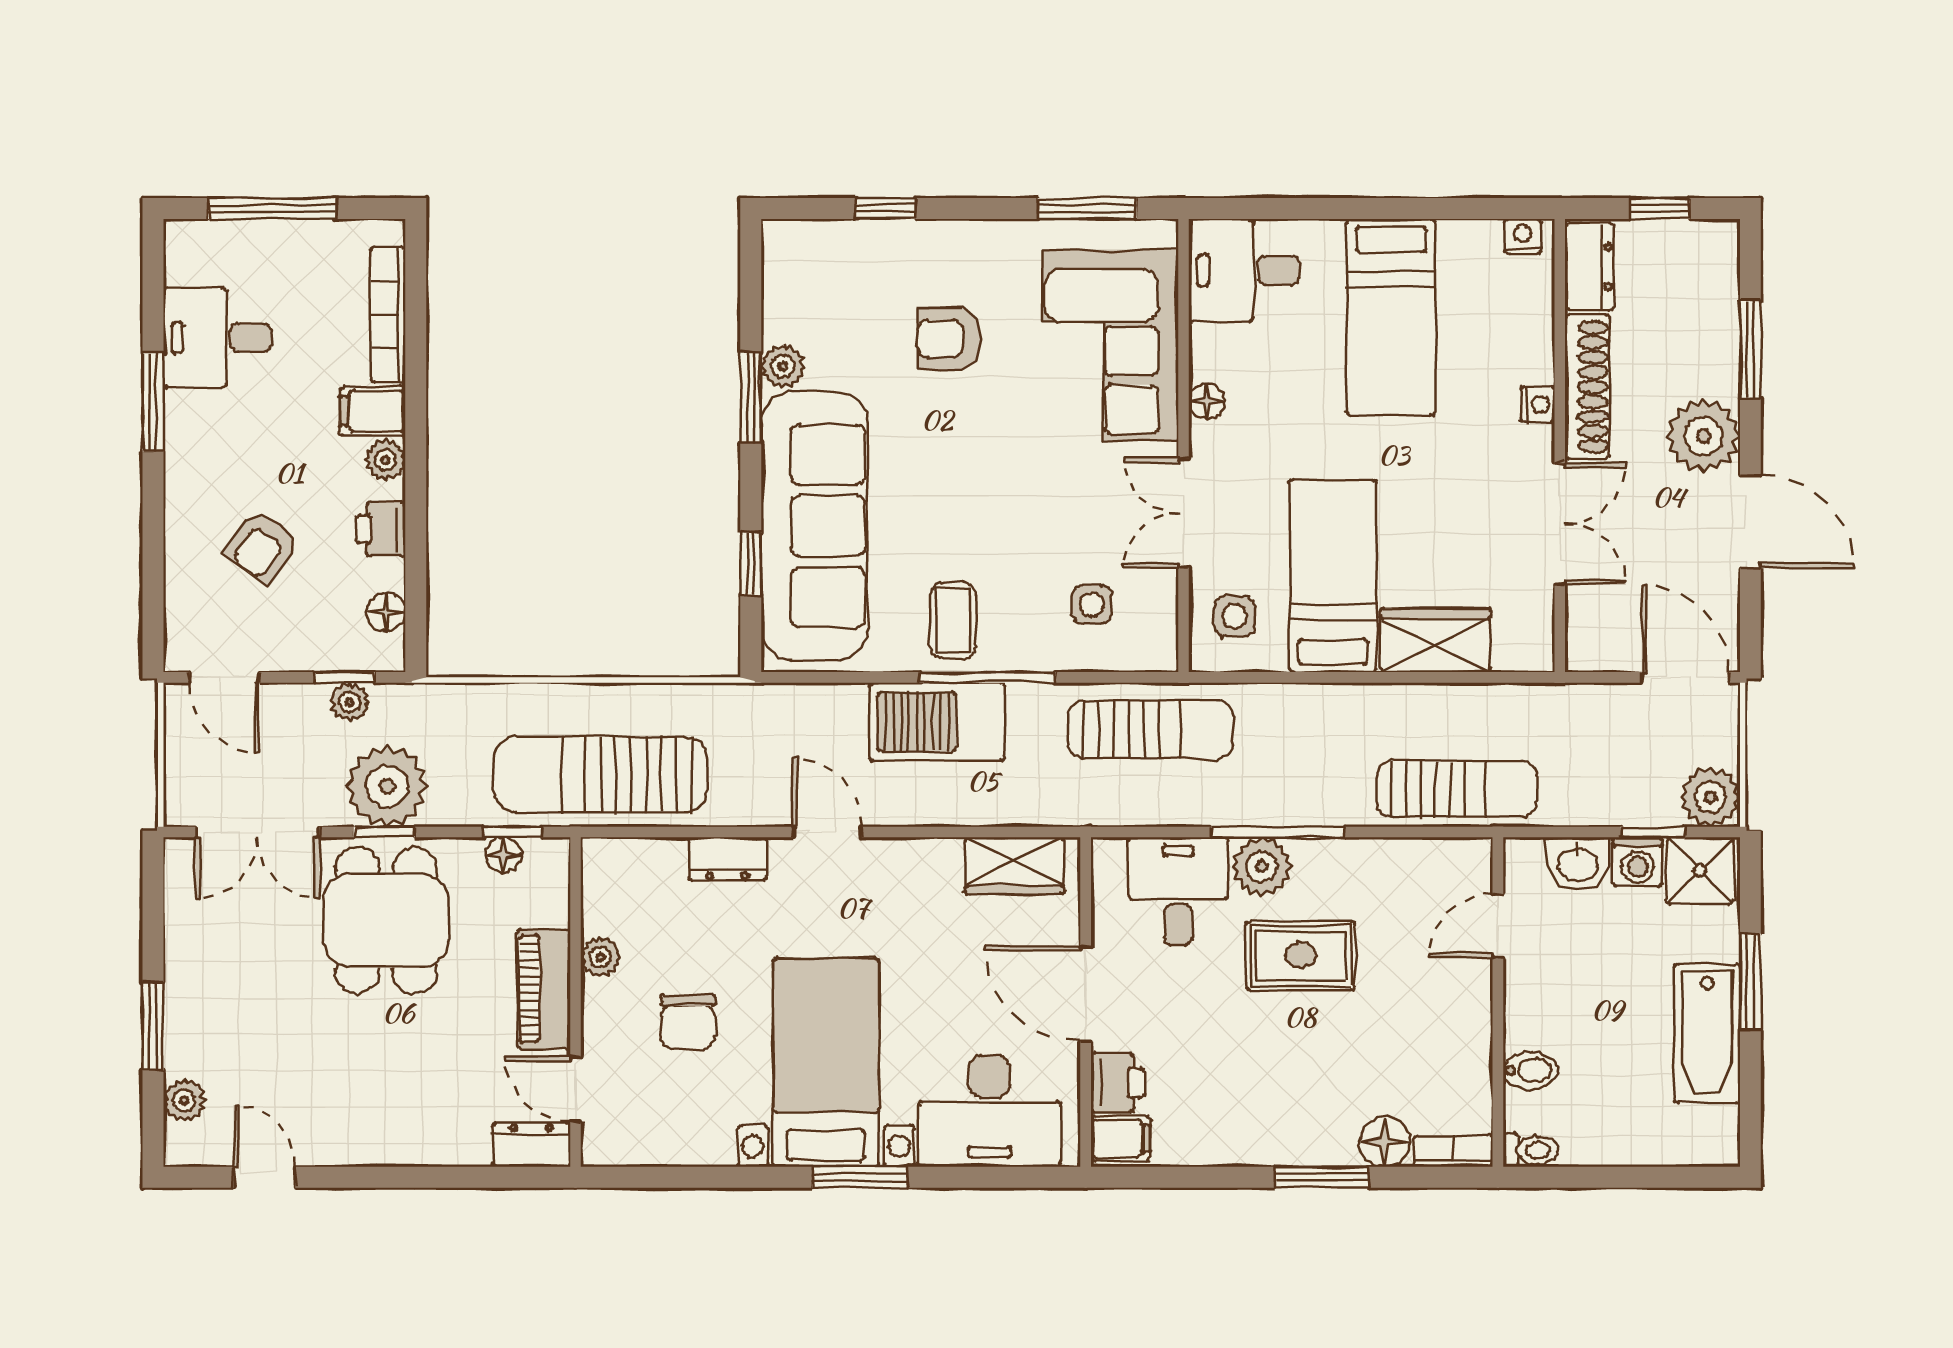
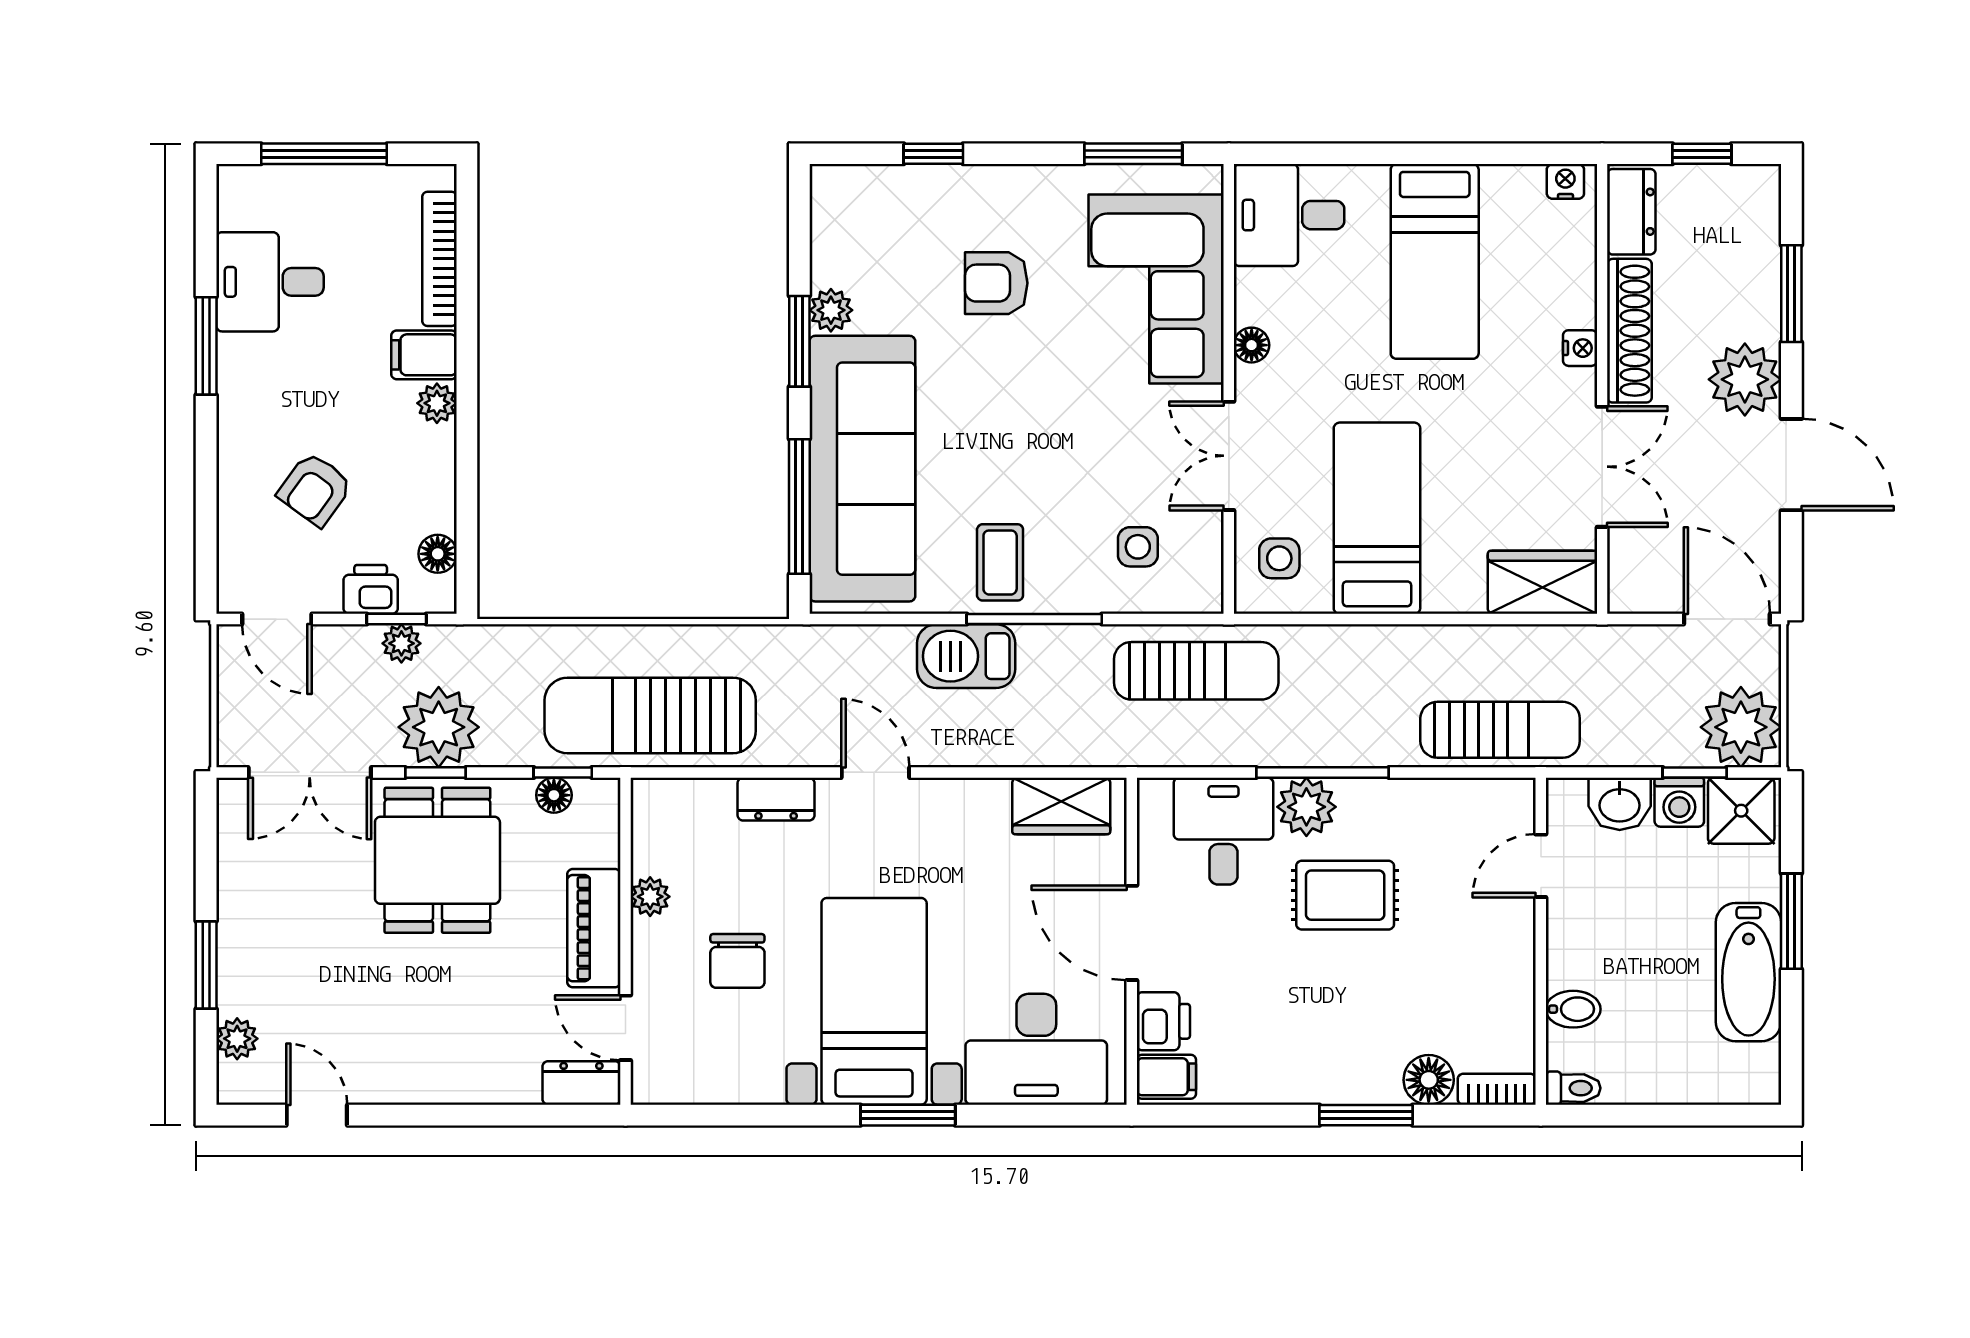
printer: (381, 529) -> (371, 589), moved, turned 90
window: (751, 564) -> (799, 507), width x2.17
wardrobe: (1435, 640) -> (1542, 582), moved
barbecue: (937, 722) -> (966, 656), width x0.73, depth x0.83
plant: (1710, 797) -> (1741, 727), width x1.36, depth x1.36

